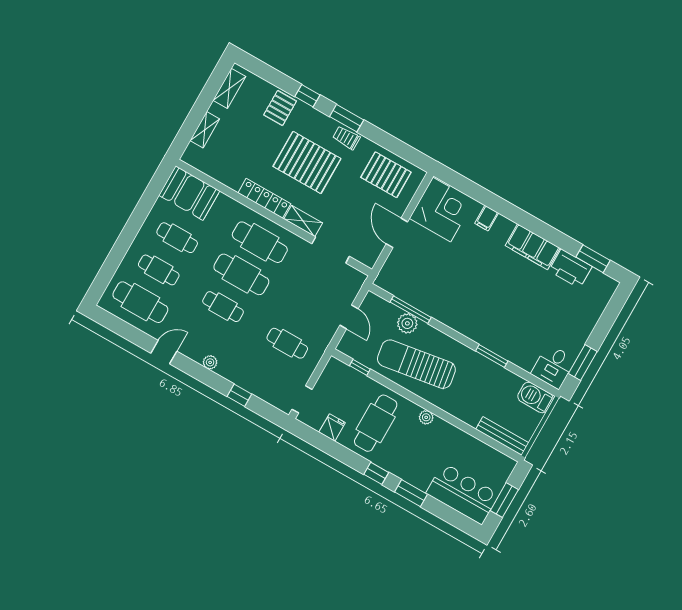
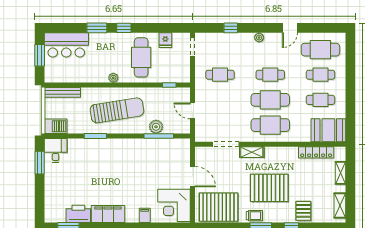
pallet: (386, 175) -> (219, 207), width x1.37, depth x1.41
locker: (264, 198) -> (316, 152), moved
sun lounger: (416, 364) -> (117, 110), moved

